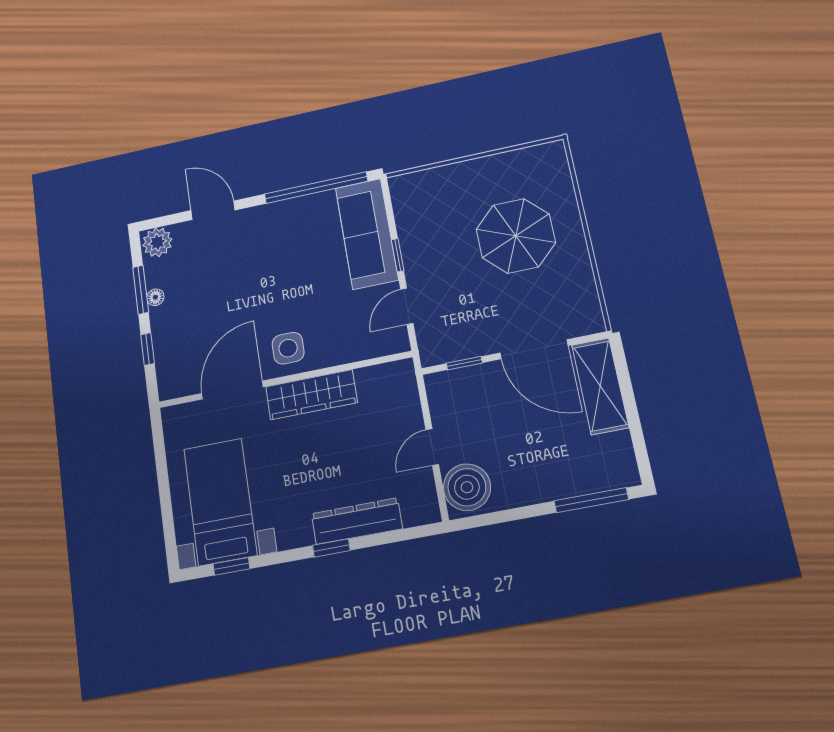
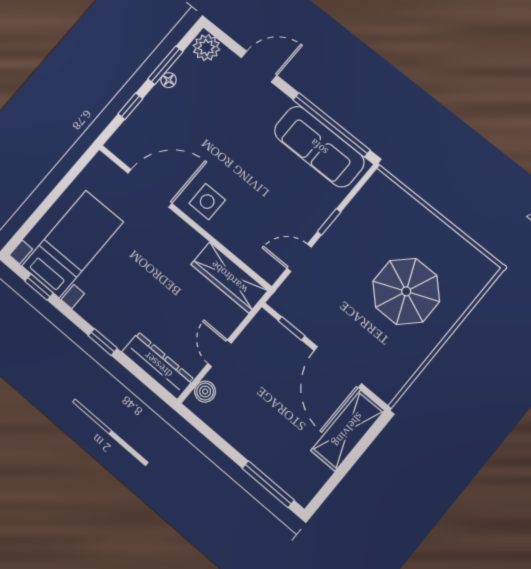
door: (213, 210) -> (259, 67), hinge flipped
sofa: (367, 234) -> (319, 147), moved, turned -90
wardrobe: (311, 395) -> (229, 277), moved
door: (432, 447) -> (220, 353), hinge flipped
boiler: (467, 487) -> (205, 392), width x0.54, depth x0.54
dresser: (357, 521) -> (158, 365), moved

